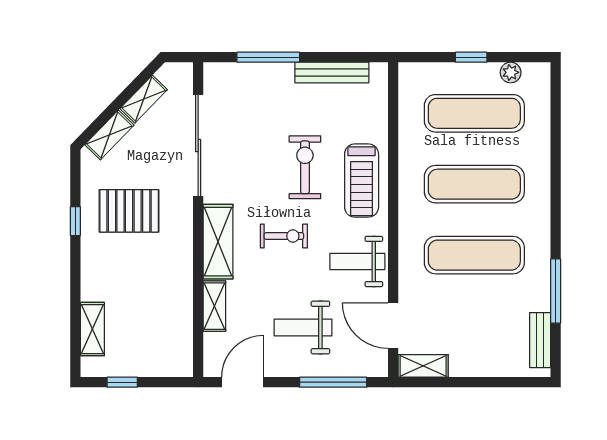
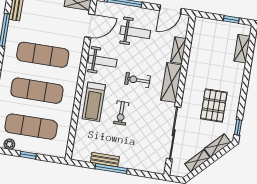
window: (268, 57) -> (111, 169), moved
bench: (332, 72) -> (105, 160), width x0.73
exercise bike: (305, 167) -> (121, 113), width x0.73, depth x0.72
treadmill: (362, 181) -> (94, 102), turned 180
pallet: (129, 211) -> (214, 105), turned 90
window: (75, 221) -> (238, 127), moved
door: (393, 326) -> (90, 26), hinge flipped

